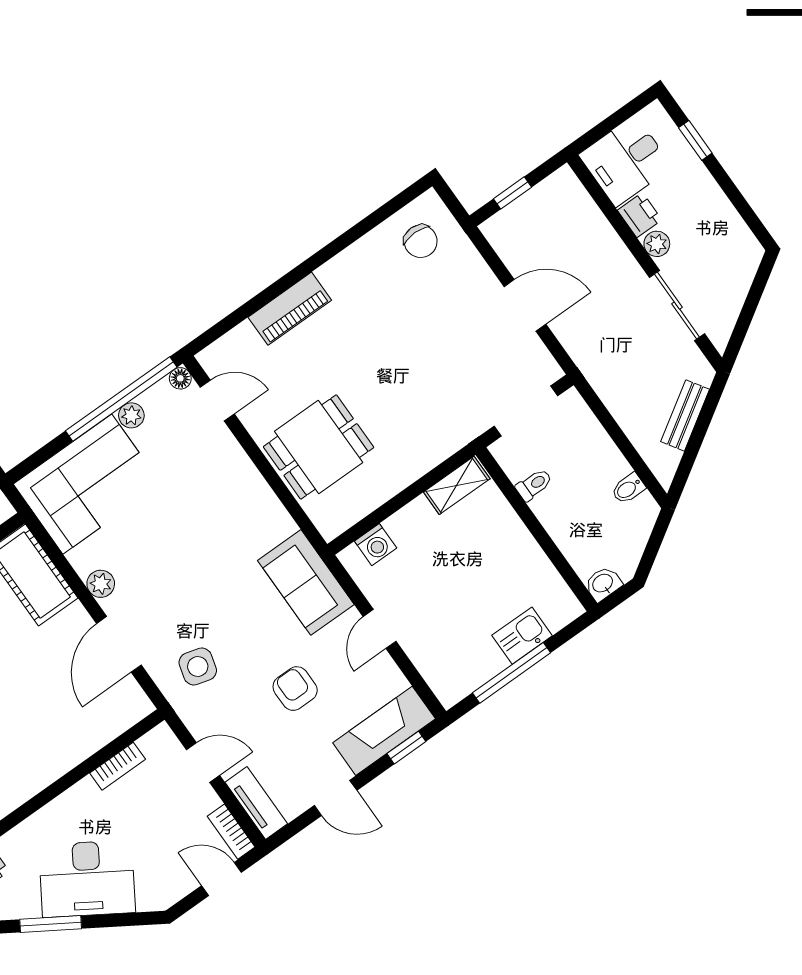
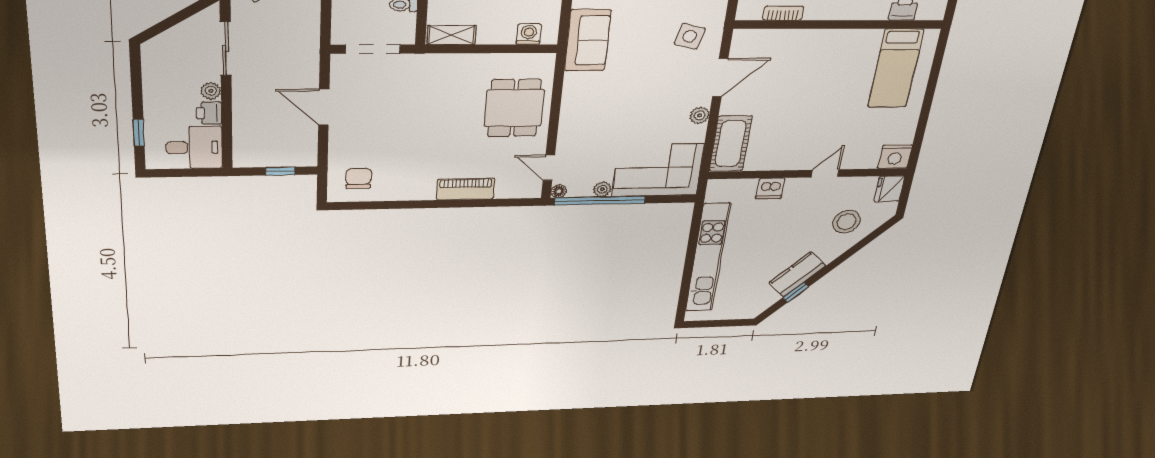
dining table: (319, 447) -> (514, 108), turned 90

